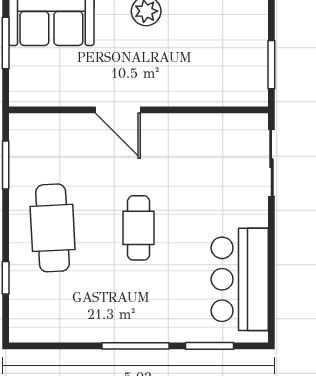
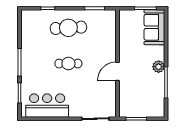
door: (118, 110) -> (117, 71), moved

